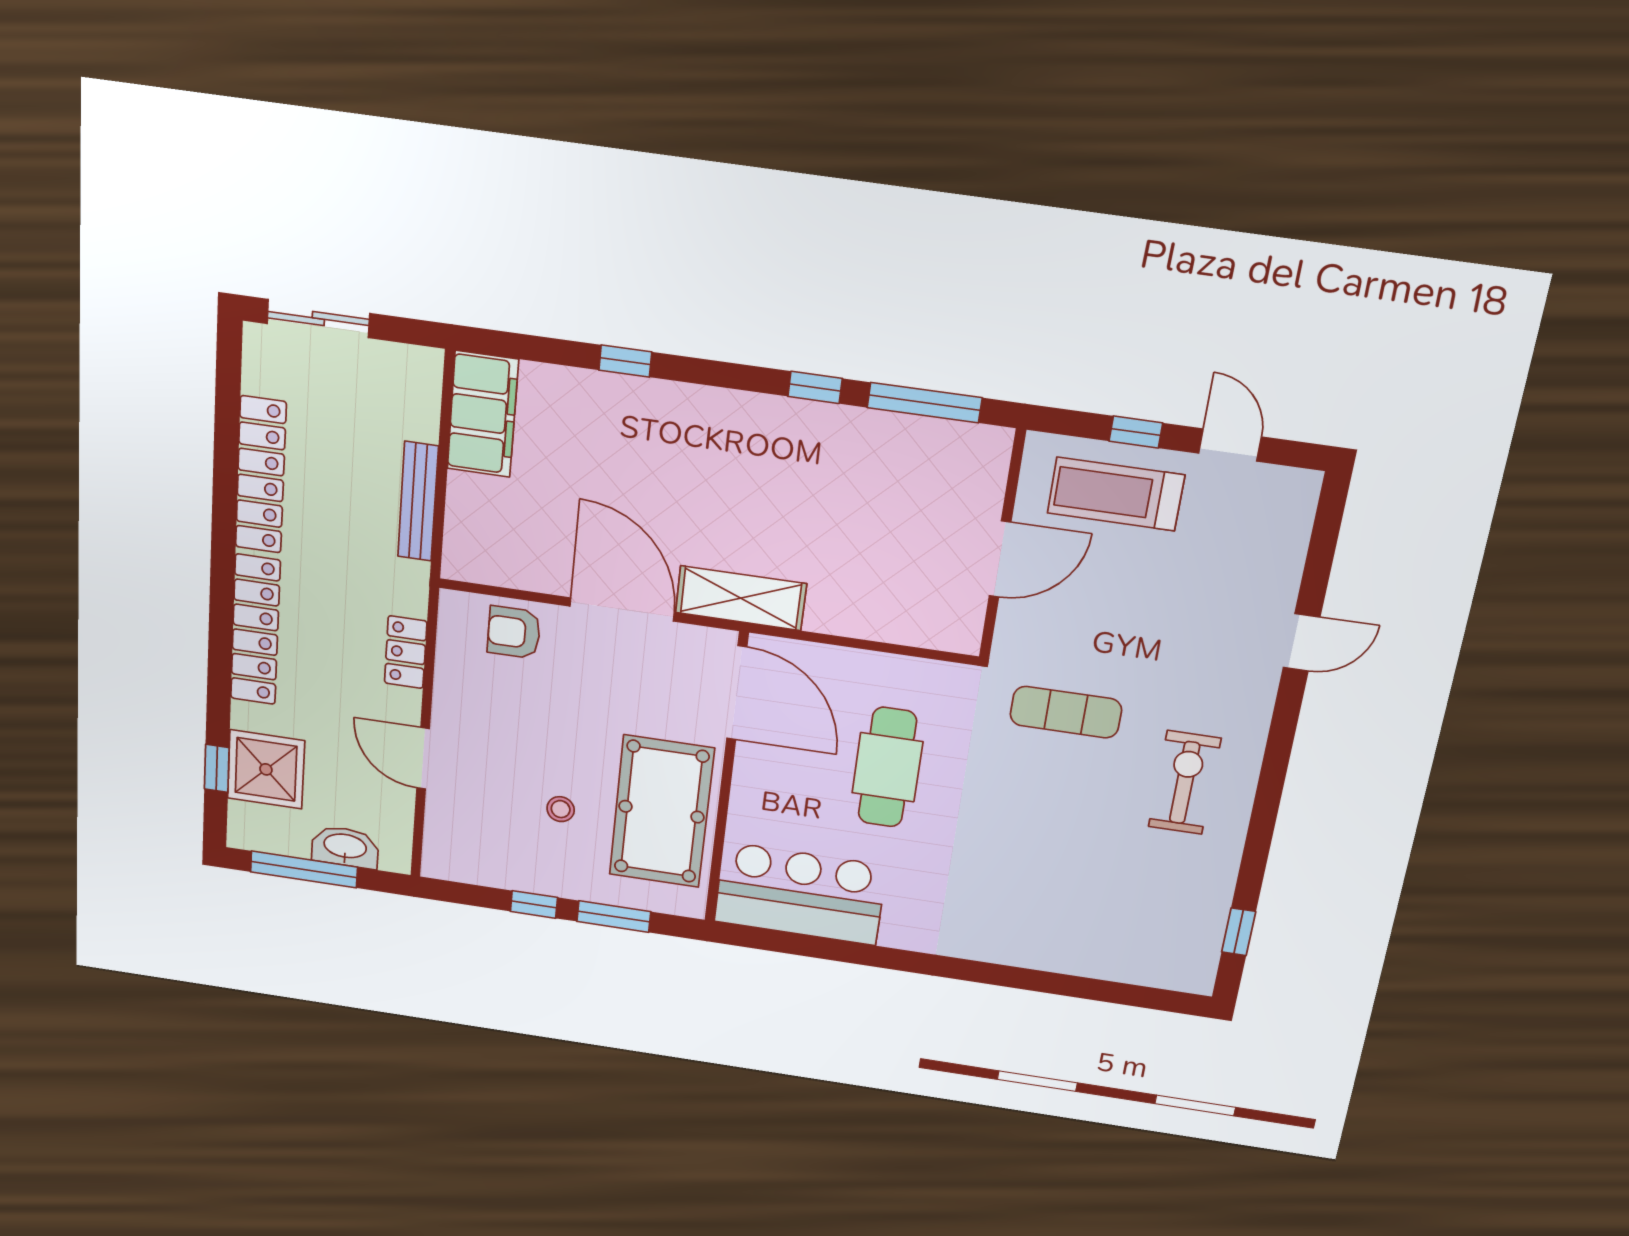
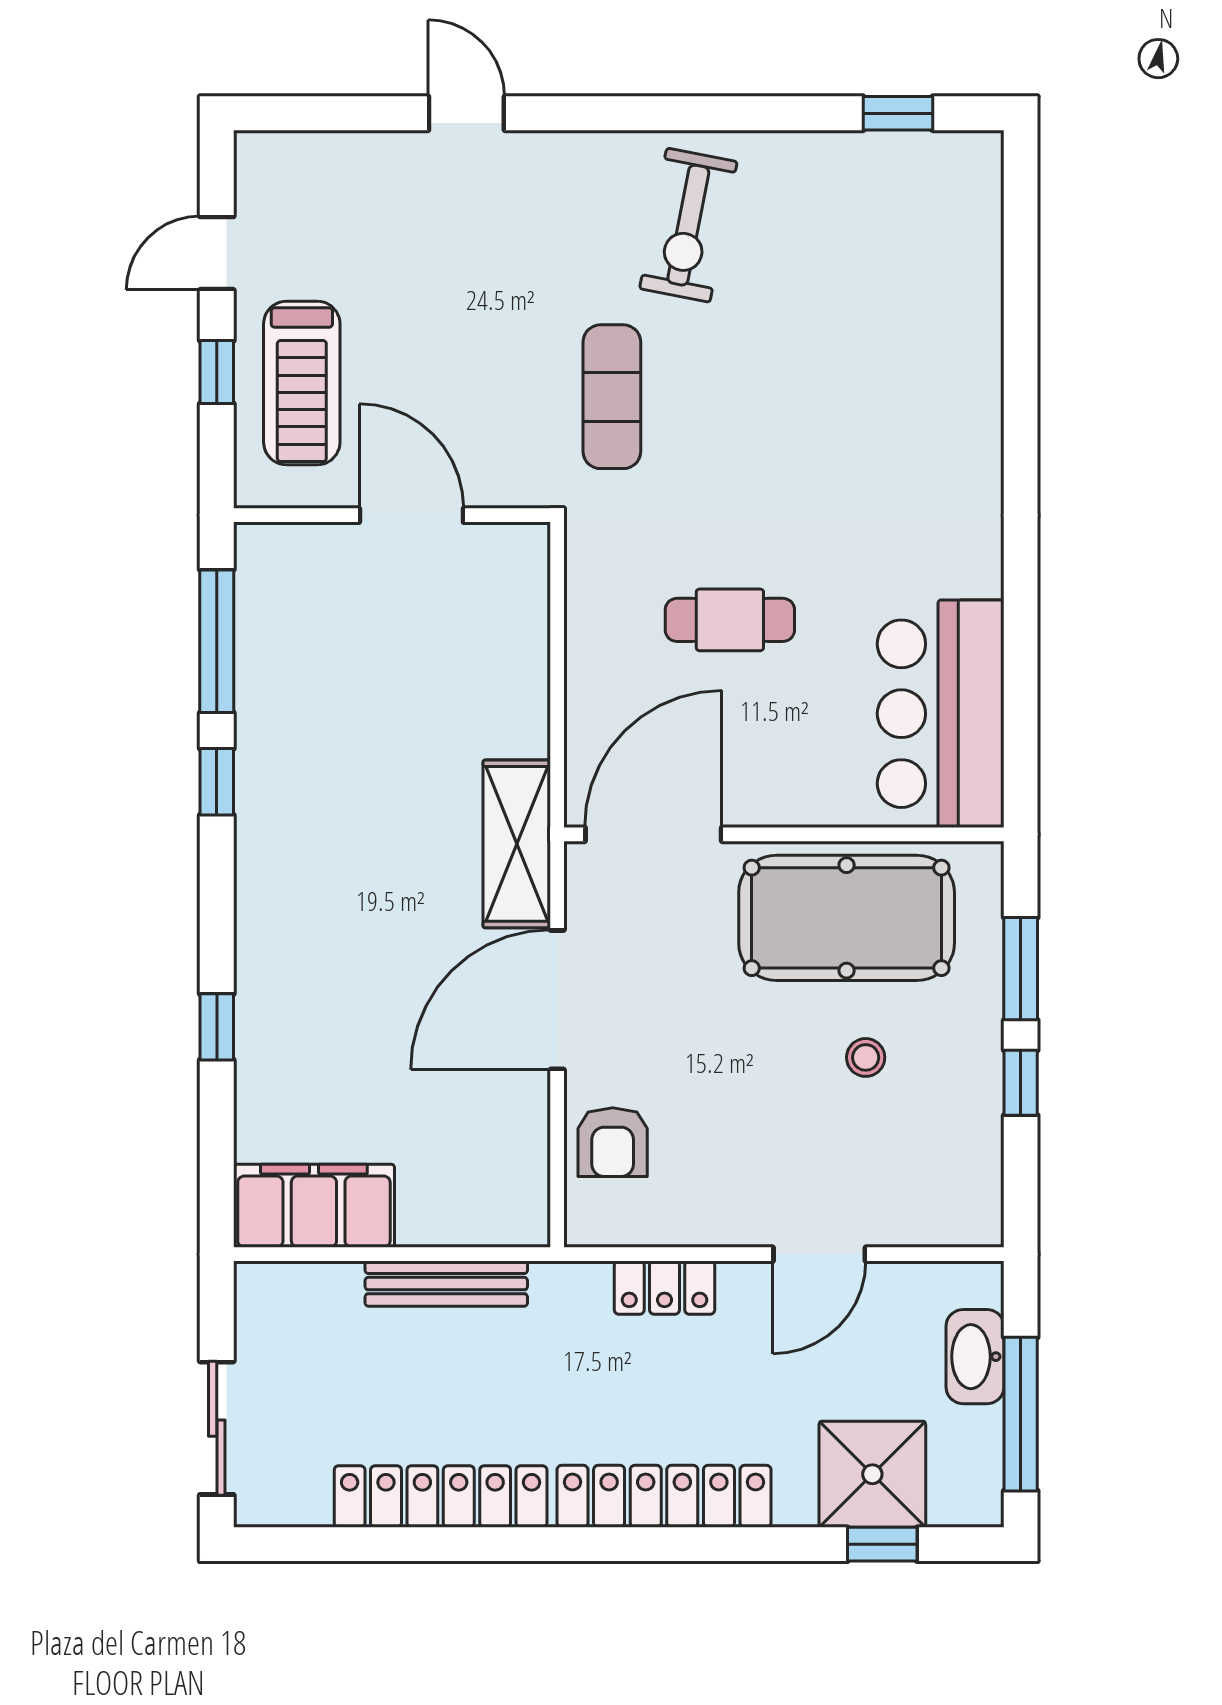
cafe table: (887, 767) -> (730, 620), width x0.73, depth x0.74
exercise bike: (1185, 783) -> (688, 225), turned -79

